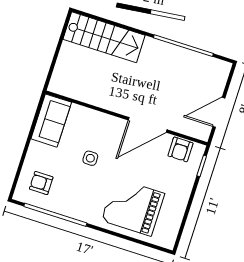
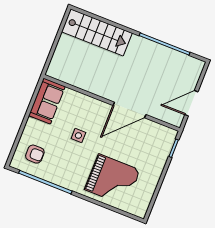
armchair: (180, 149) -> (156, 133), removed
armchair: (41, 183) -> (35, 154), turned 180
grand piano: (133, 207) -> (112, 180), turned 180

